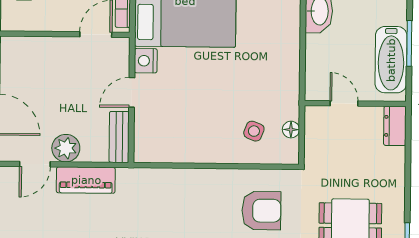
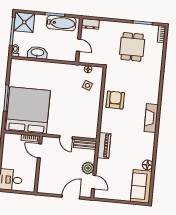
nightstand: (146, 61) -> (53, 130), removed
door: (344, 103) -> (79, 45), swing flipped
piano: (86, 180) -> (104, 146), moved
armchair: (261, 211) -> (115, 100), moved

